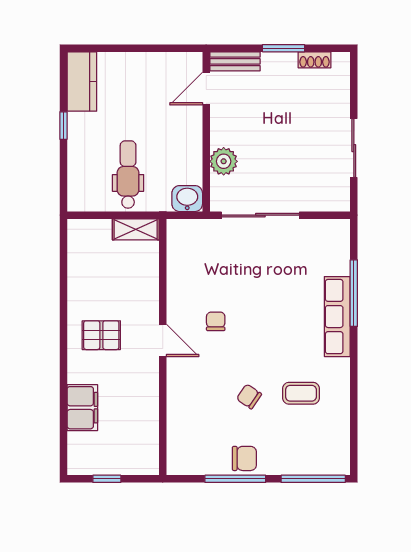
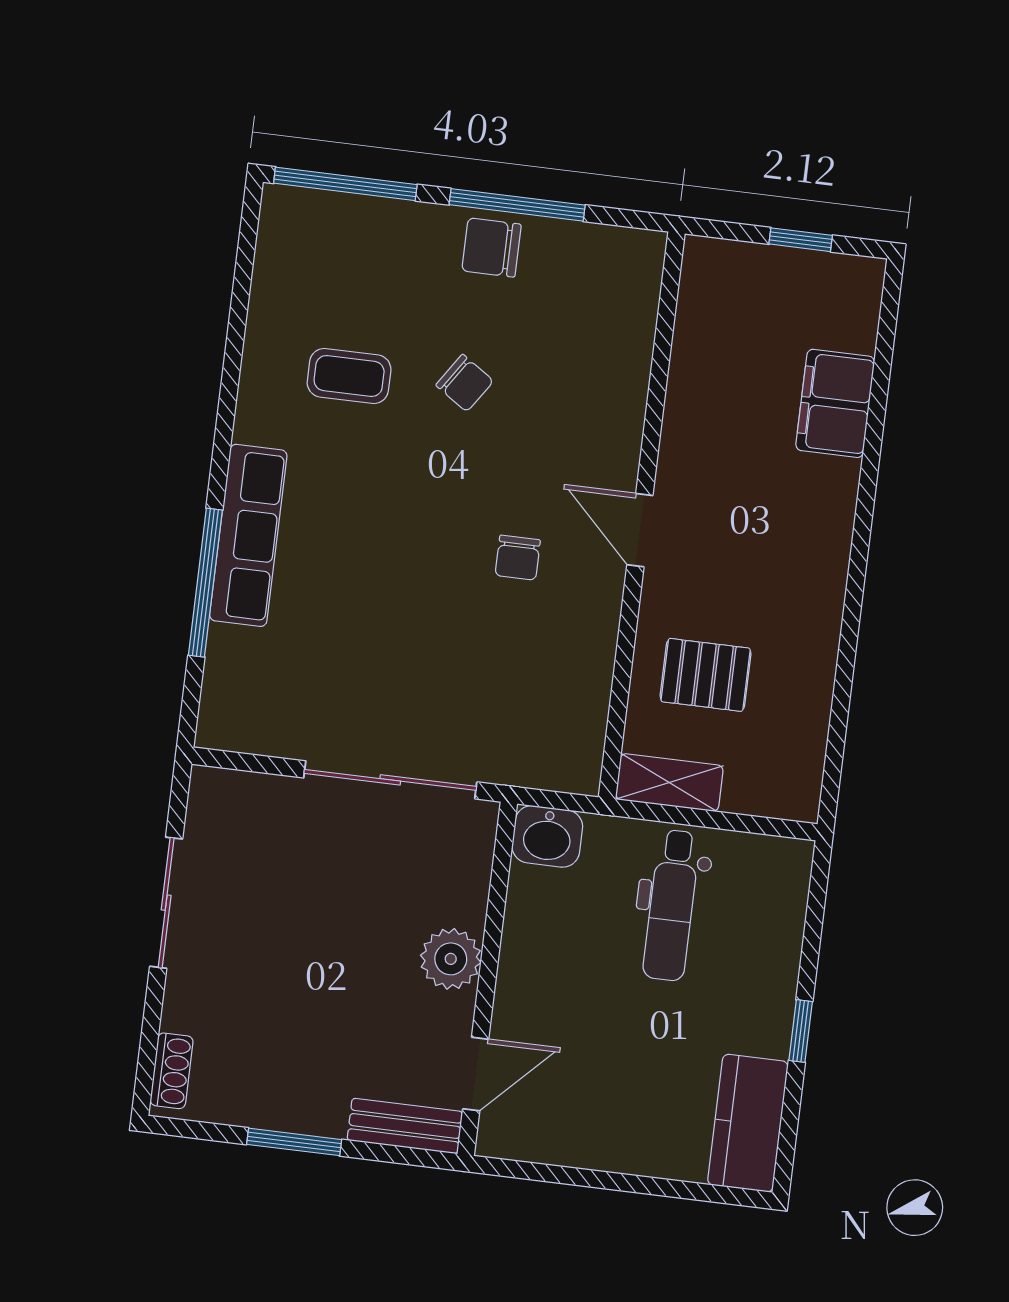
shoe rack: (314, 60) -> (172, 1071), moved, turned 90
plant: (224, 161) -> (451, 959), moved
pallet: (101, 335) -> (706, 675), moved

